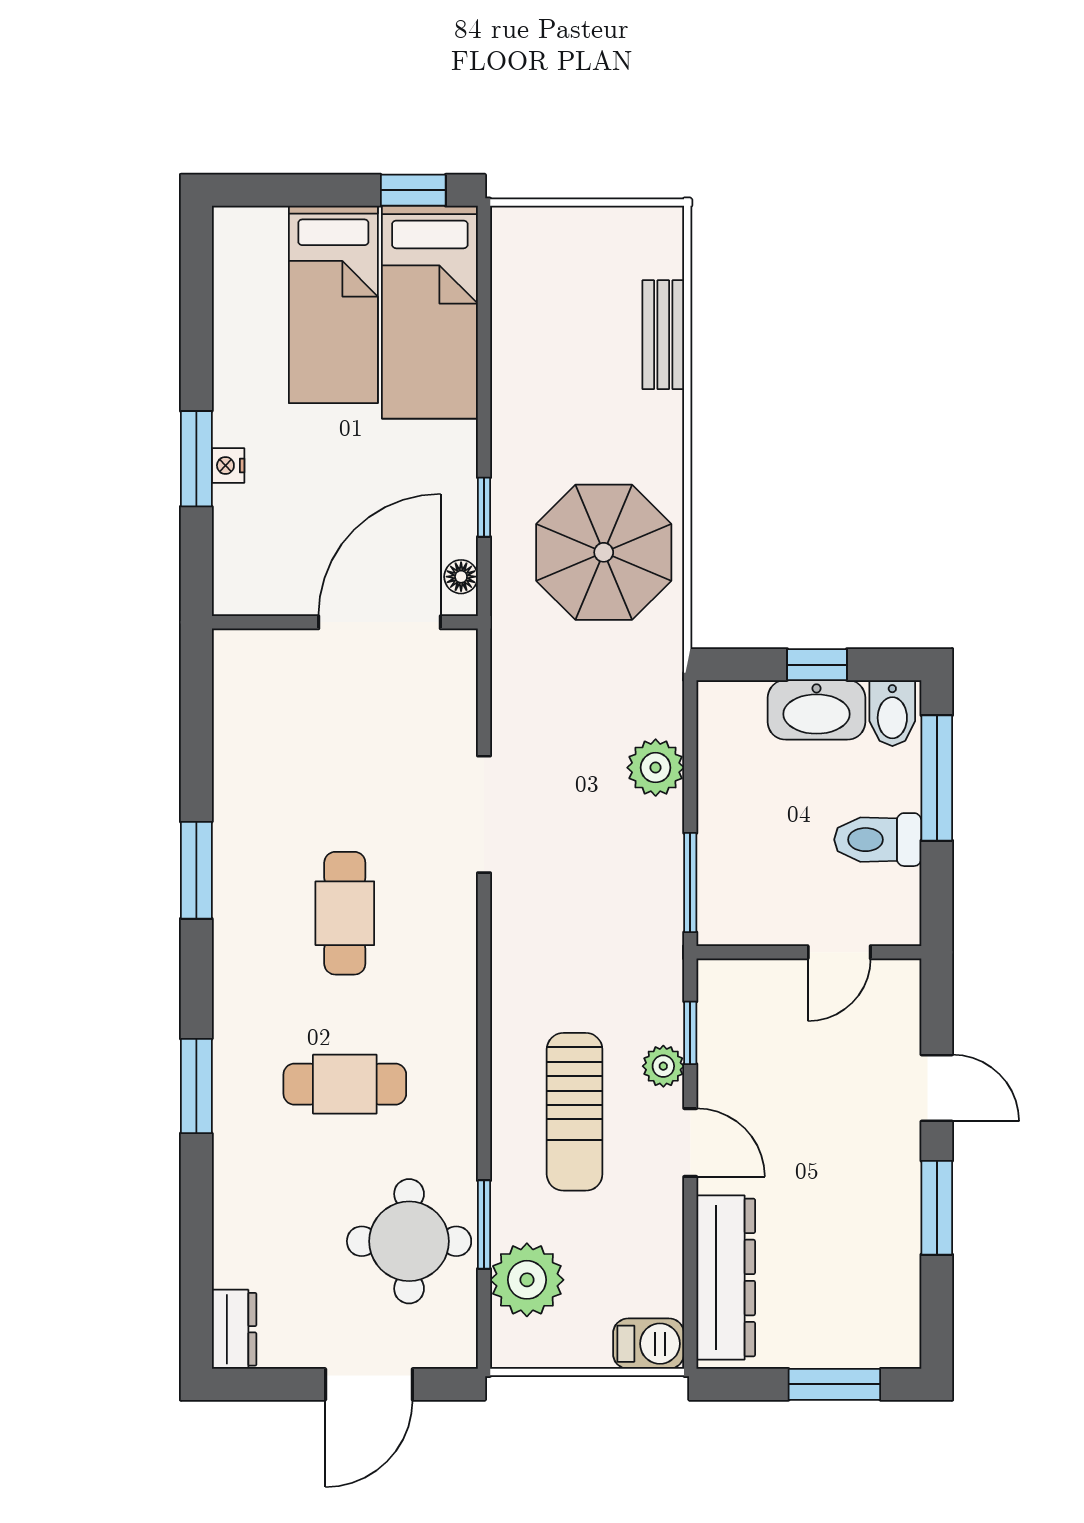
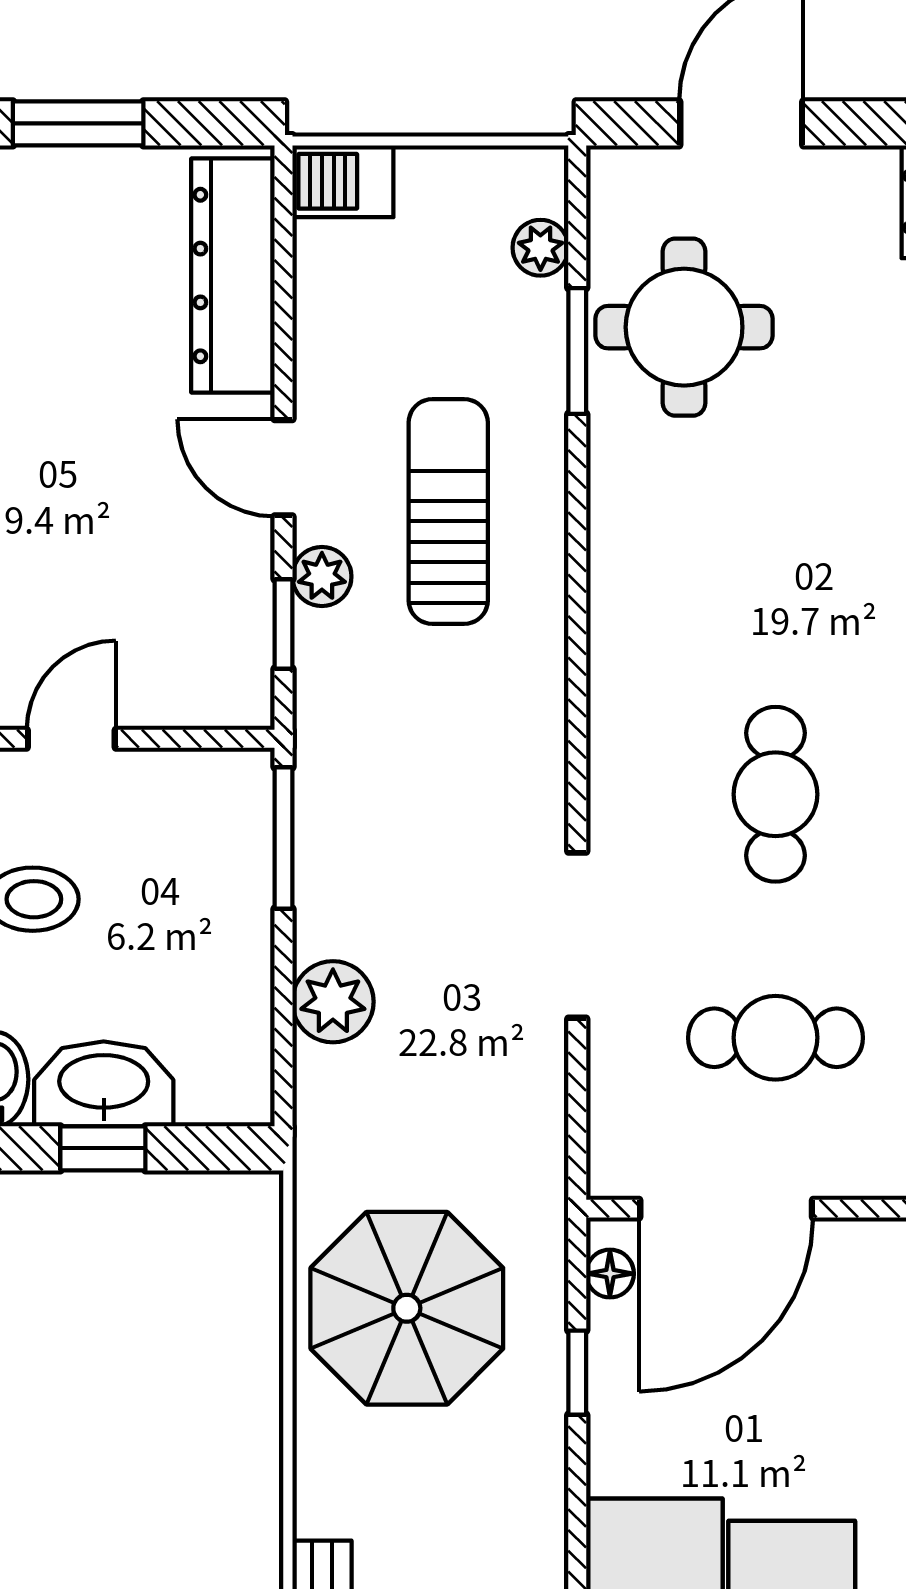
cafe table: (345, 1084) -> (776, 1038), moved
plant: (527, 1280) -> (540, 248), width x0.53, depth x0.53

